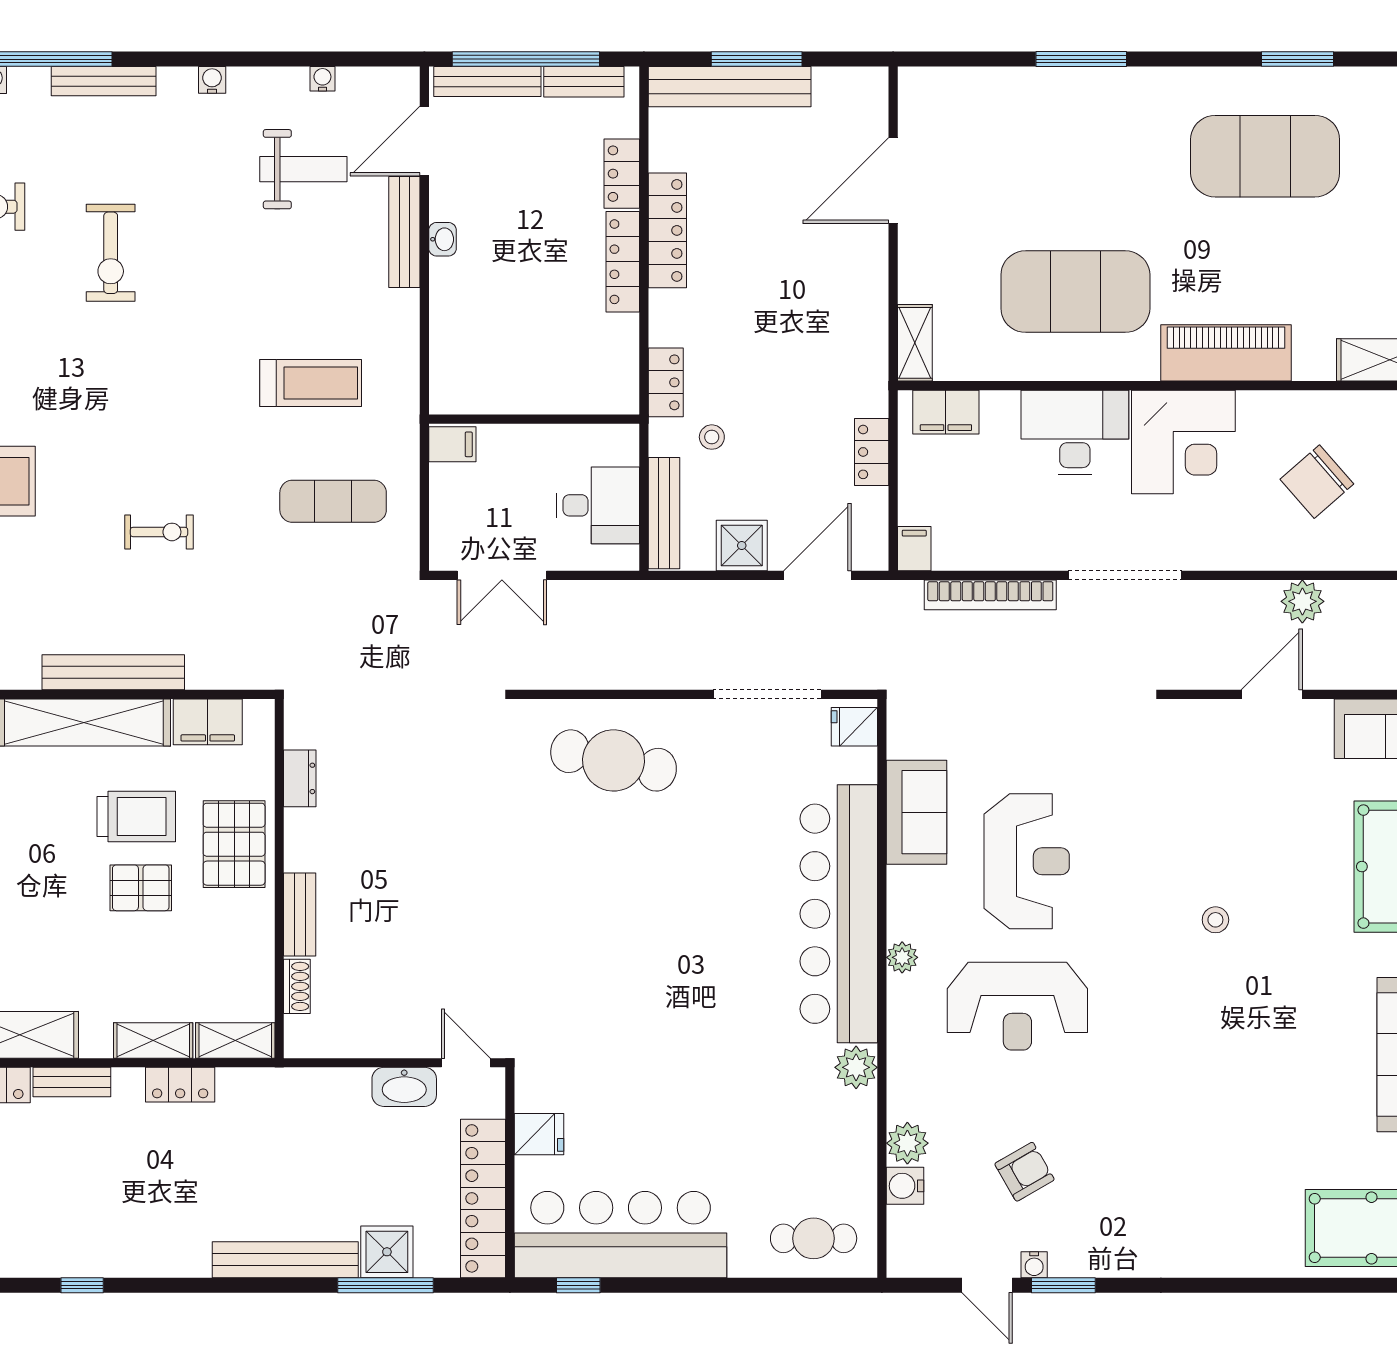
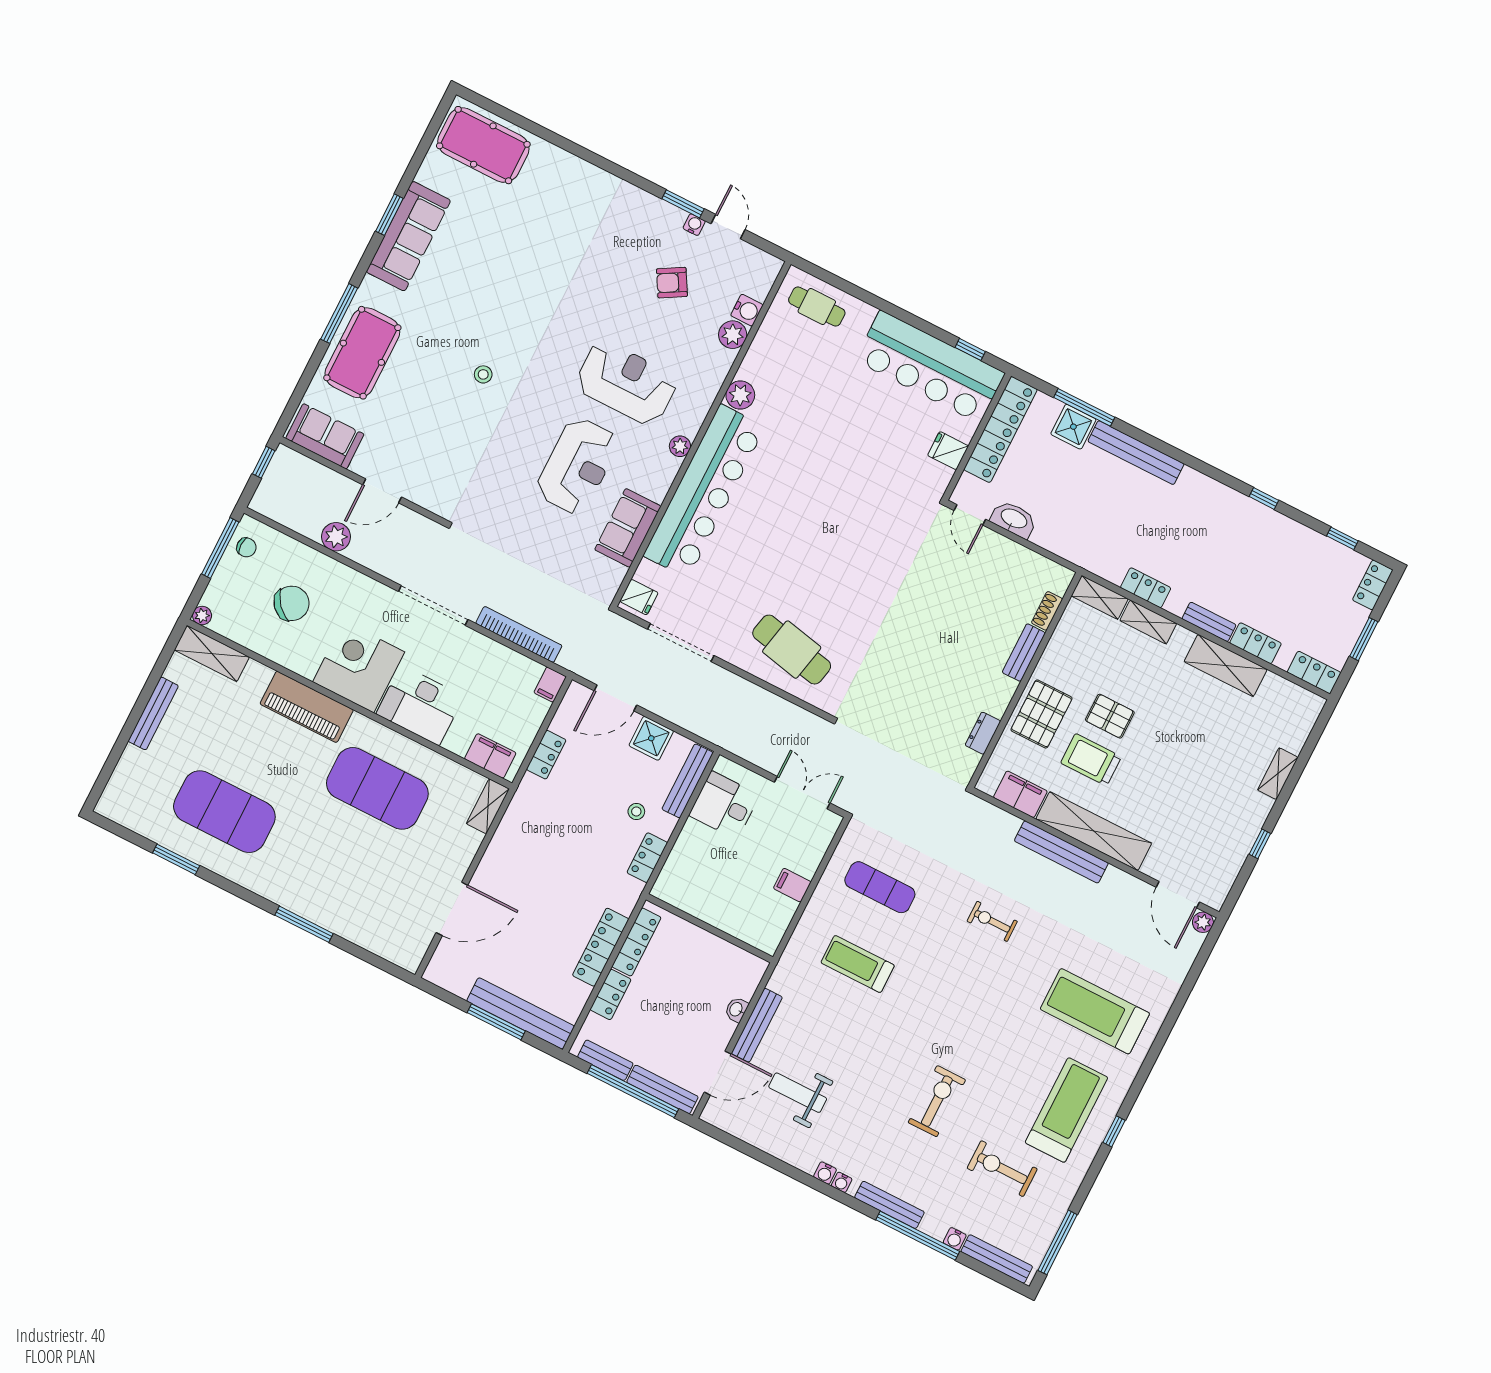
water cooler: (322, 79) -> (842, 1182), moved
wall: (534, 419) -> (709, 928), moved
reception desk: (1027, 861) -> (577, 466), turned 180

